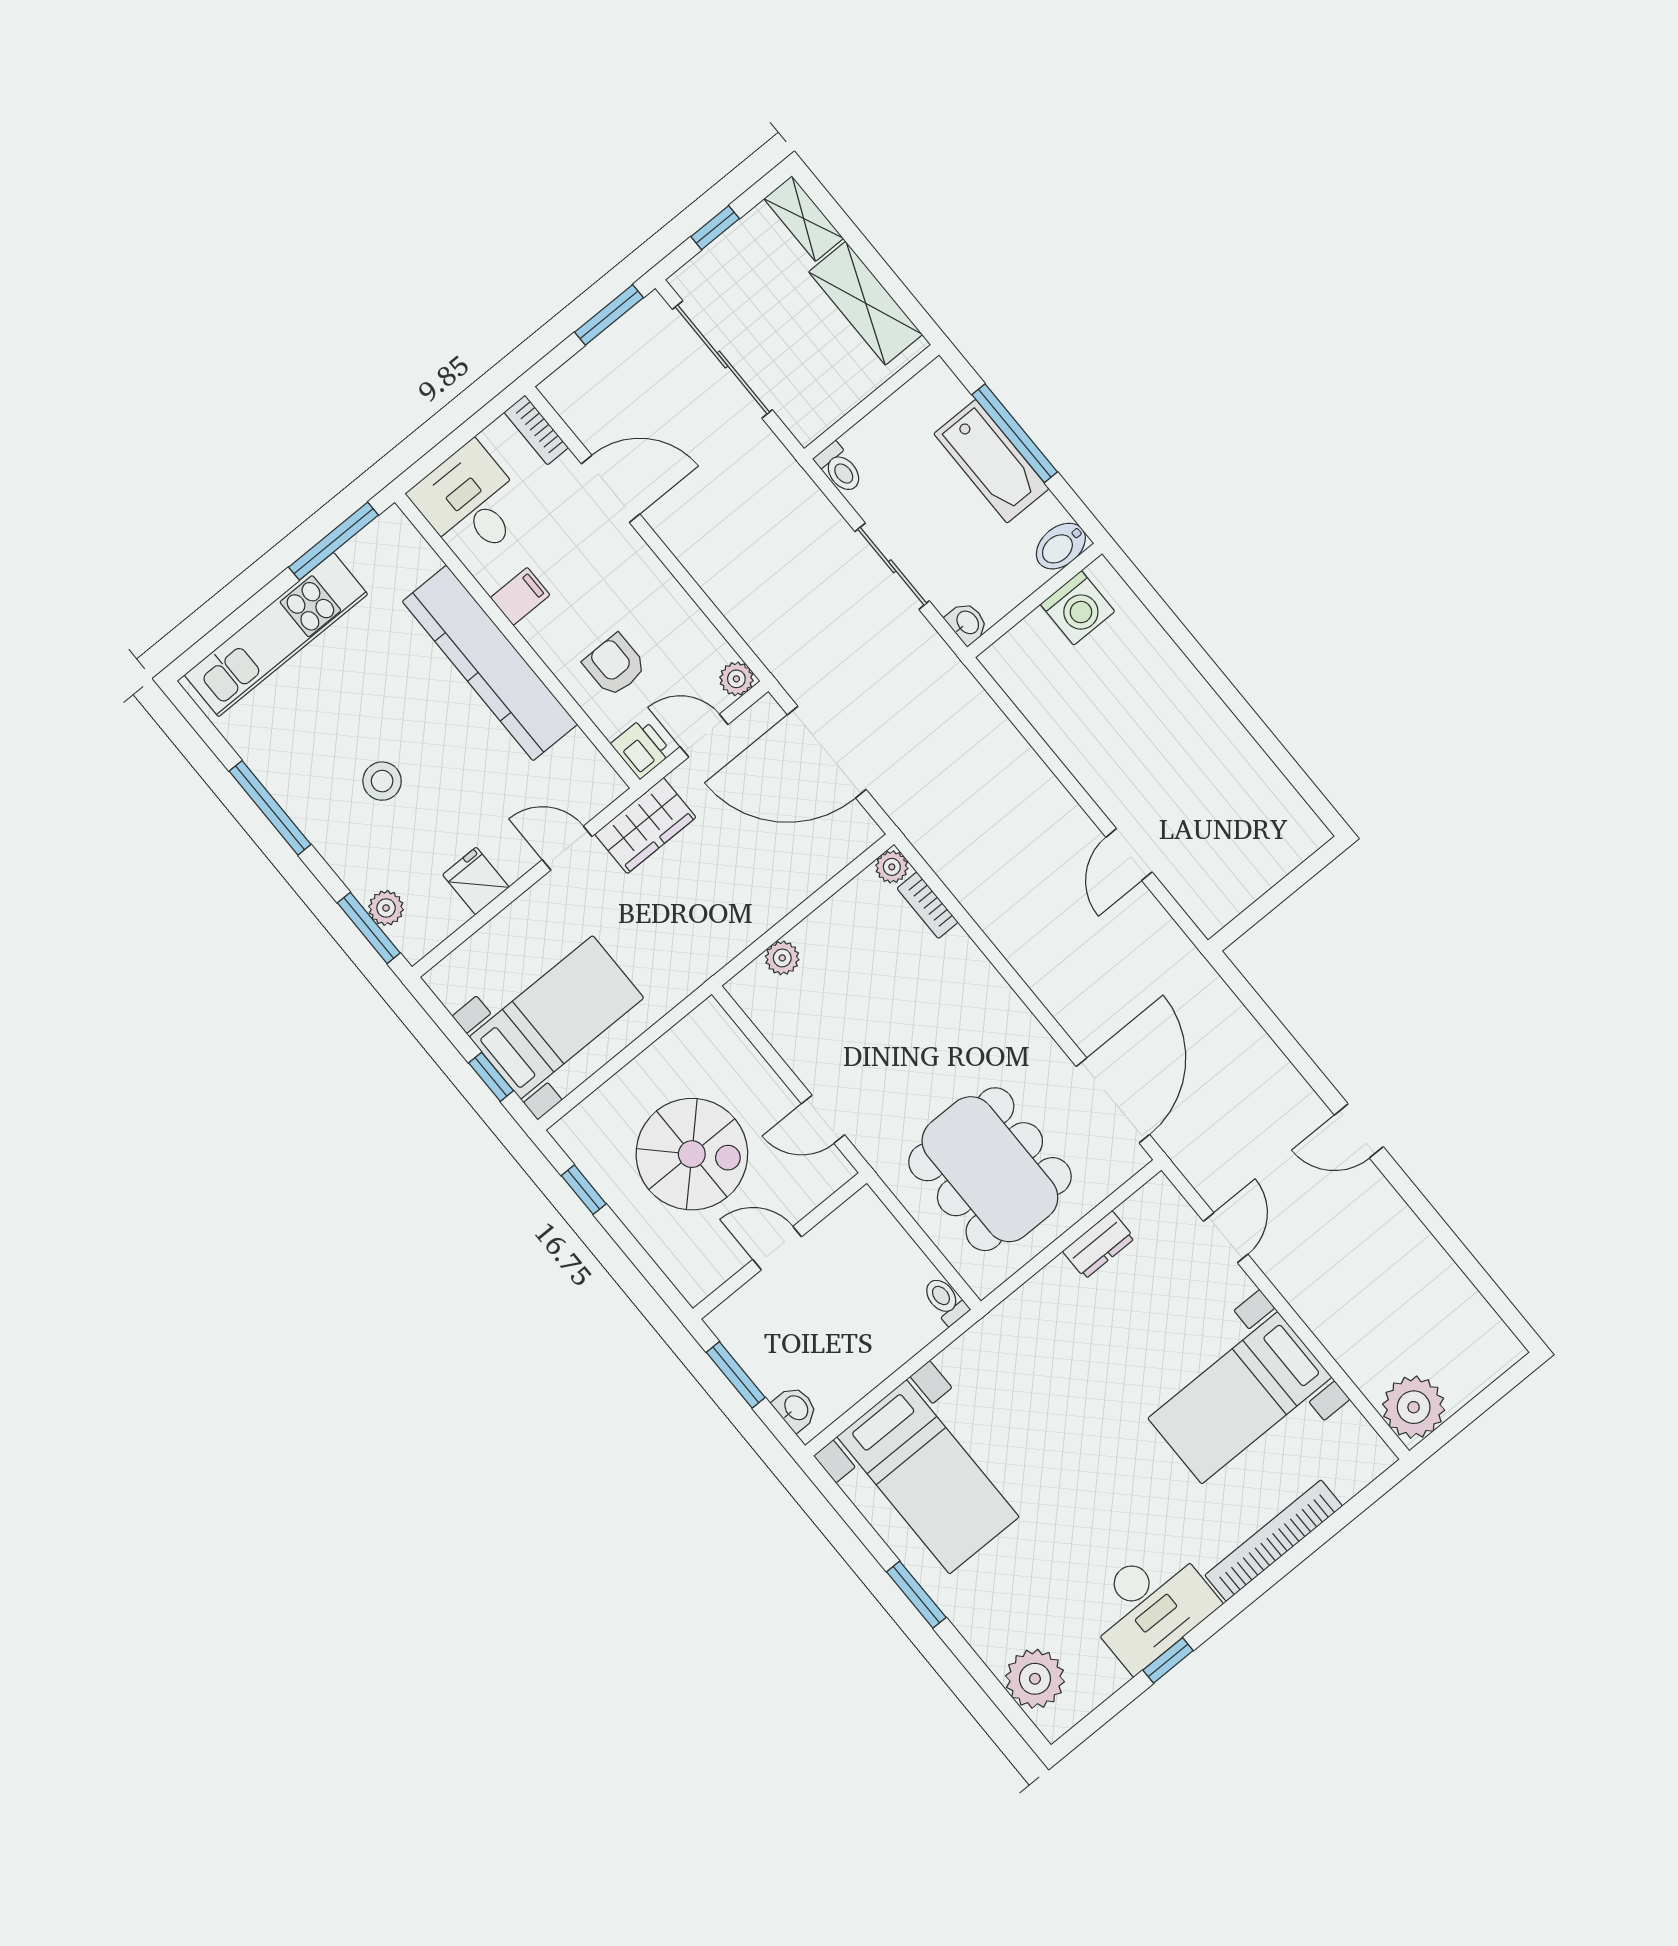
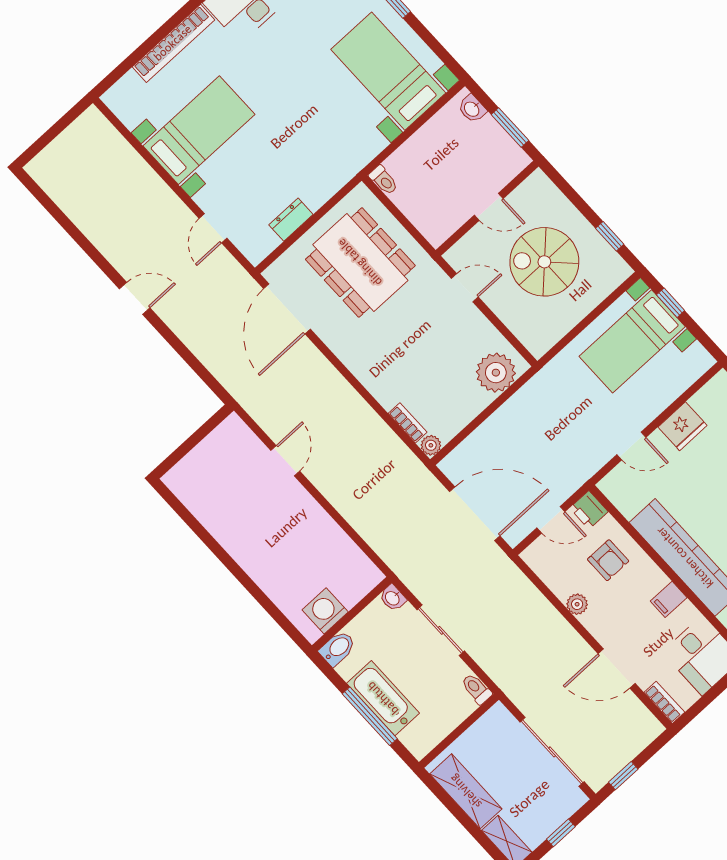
window: (609, 315) -> (623, 776), width x0.67
plant: (736, 679) -> (577, 604), moved
wardrobe: (645, 826) -> (584, 462), removed
fridge: (476, 881) -> (683, 426), width x1.38
plant: (782, 958) -> (496, 373), width x1.88, depth x1.88
plant: (1414, 1407) -> (92, 130), removed

